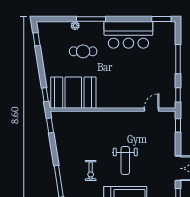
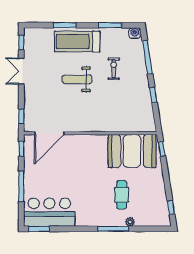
bar counter: (128, 35) -> (49, 212), moved
cafe table: (83, 51) -> (122, 195), turned 90
door: (152, 110) -> (49, 133), width x1.88
window: (50, 126) -> (153, 95), moved
weight bench: (125, 160) -> (77, 79), turned -90

